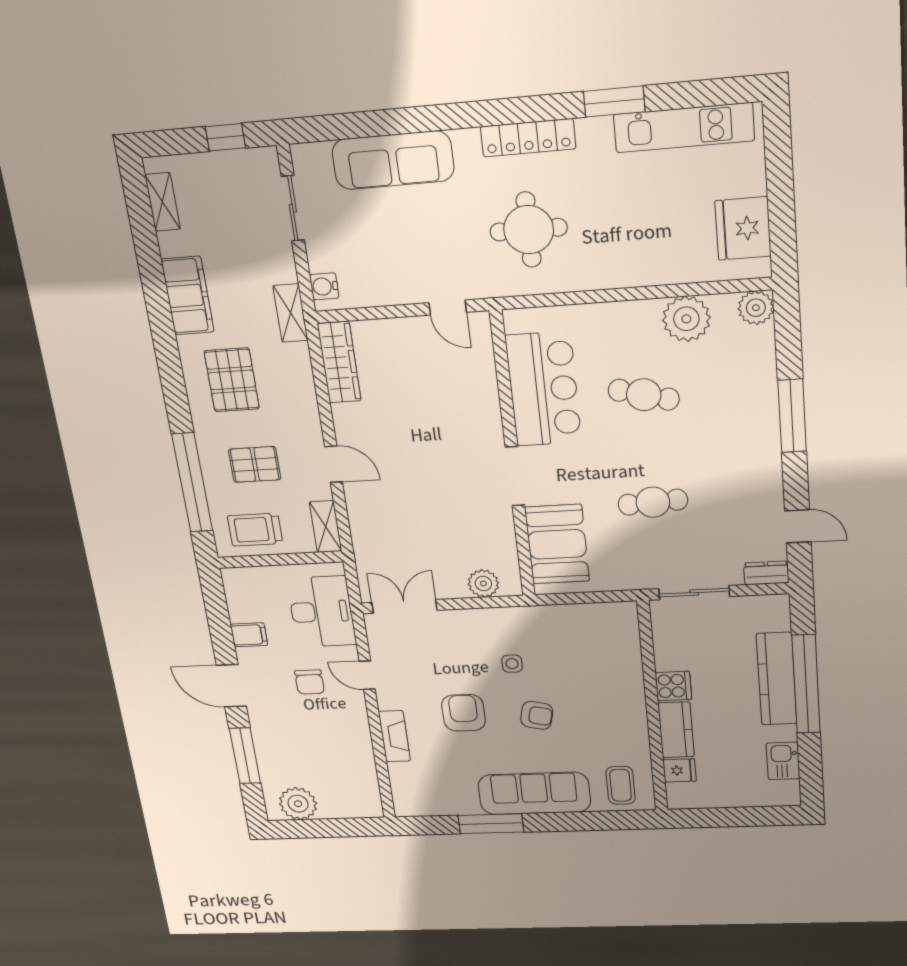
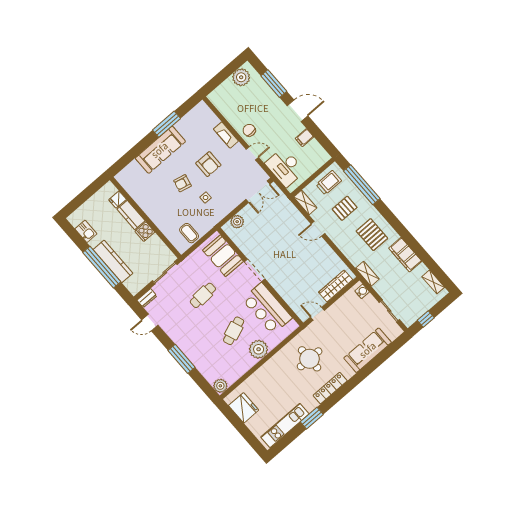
plant: (686, 319) -> (259, 349), moved
wardrobe: (339, 362) -> (336, 286), moved, turned 90
cafe table: (644, 395) -> (234, 331), turned -36
chair: (310, 682) -> (249, 130), moved
coffee table: (621, 785) -> (189, 233), moved

